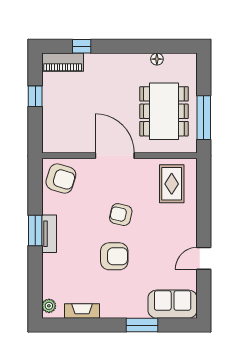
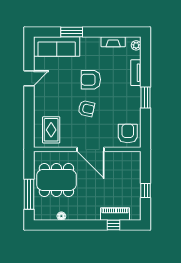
piano: (63, 62) -> (115, 214), moved
dining table: (164, 111) -> (56, 180), turned 90
window: (204, 118) -> (29, 194), moved
armchair: (61, 179) -> (128, 133), turned 73
tv unit: (49, 234) -> (136, 73), moved
sofa: (173, 304) -> (57, 47), width x1.36

